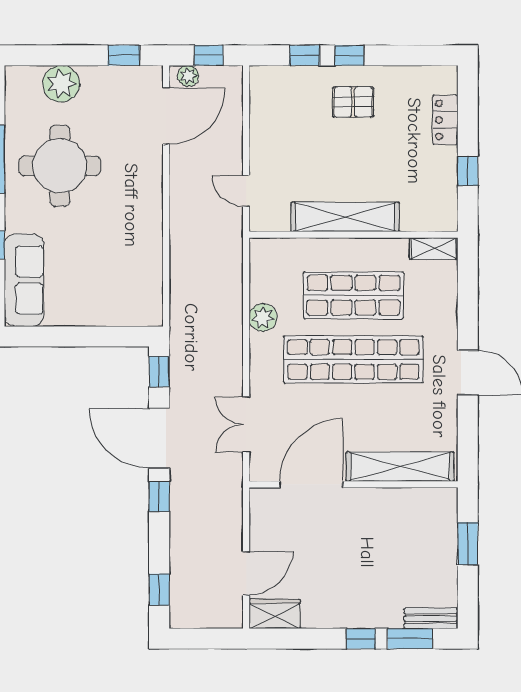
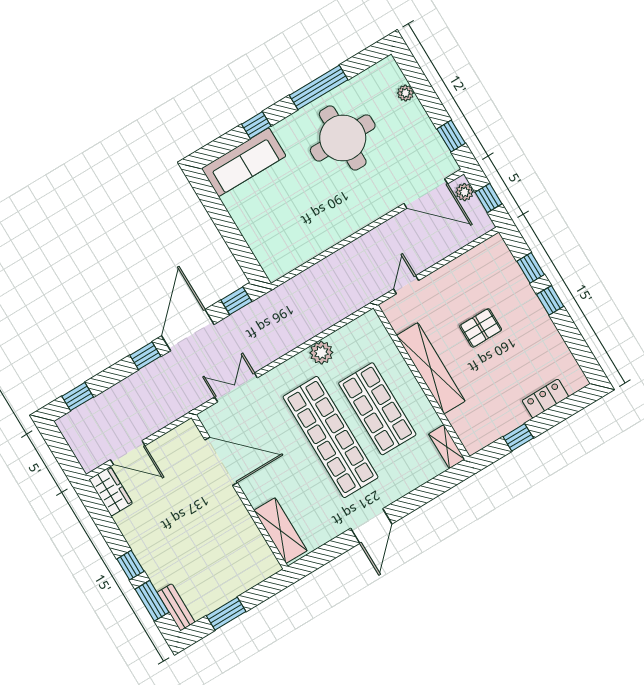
plant: (61, 84) -> (405, 93), width x0.53, depth x0.53
pallet: (353, 102) -> (481, 328), moved, turned 90
shelving: (400, 467) -> (281, 531), width x0.68
window: (468, 544) -> (226, 614), moved

